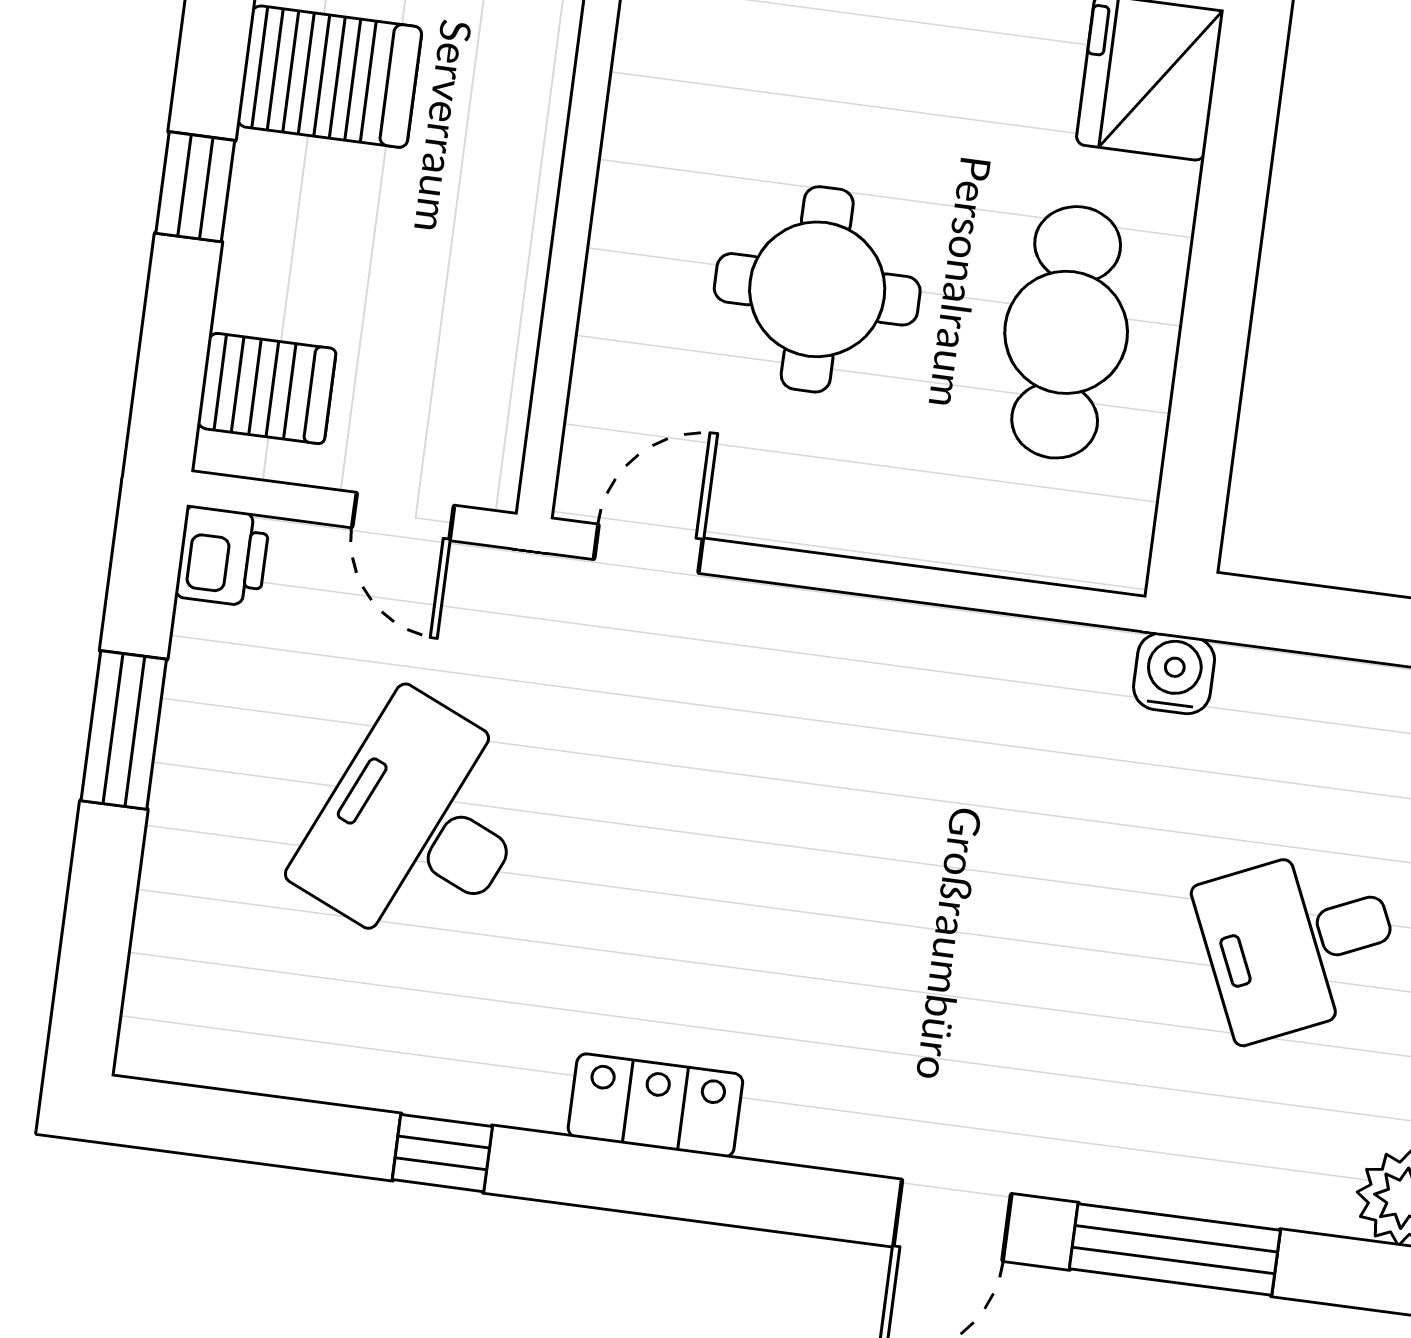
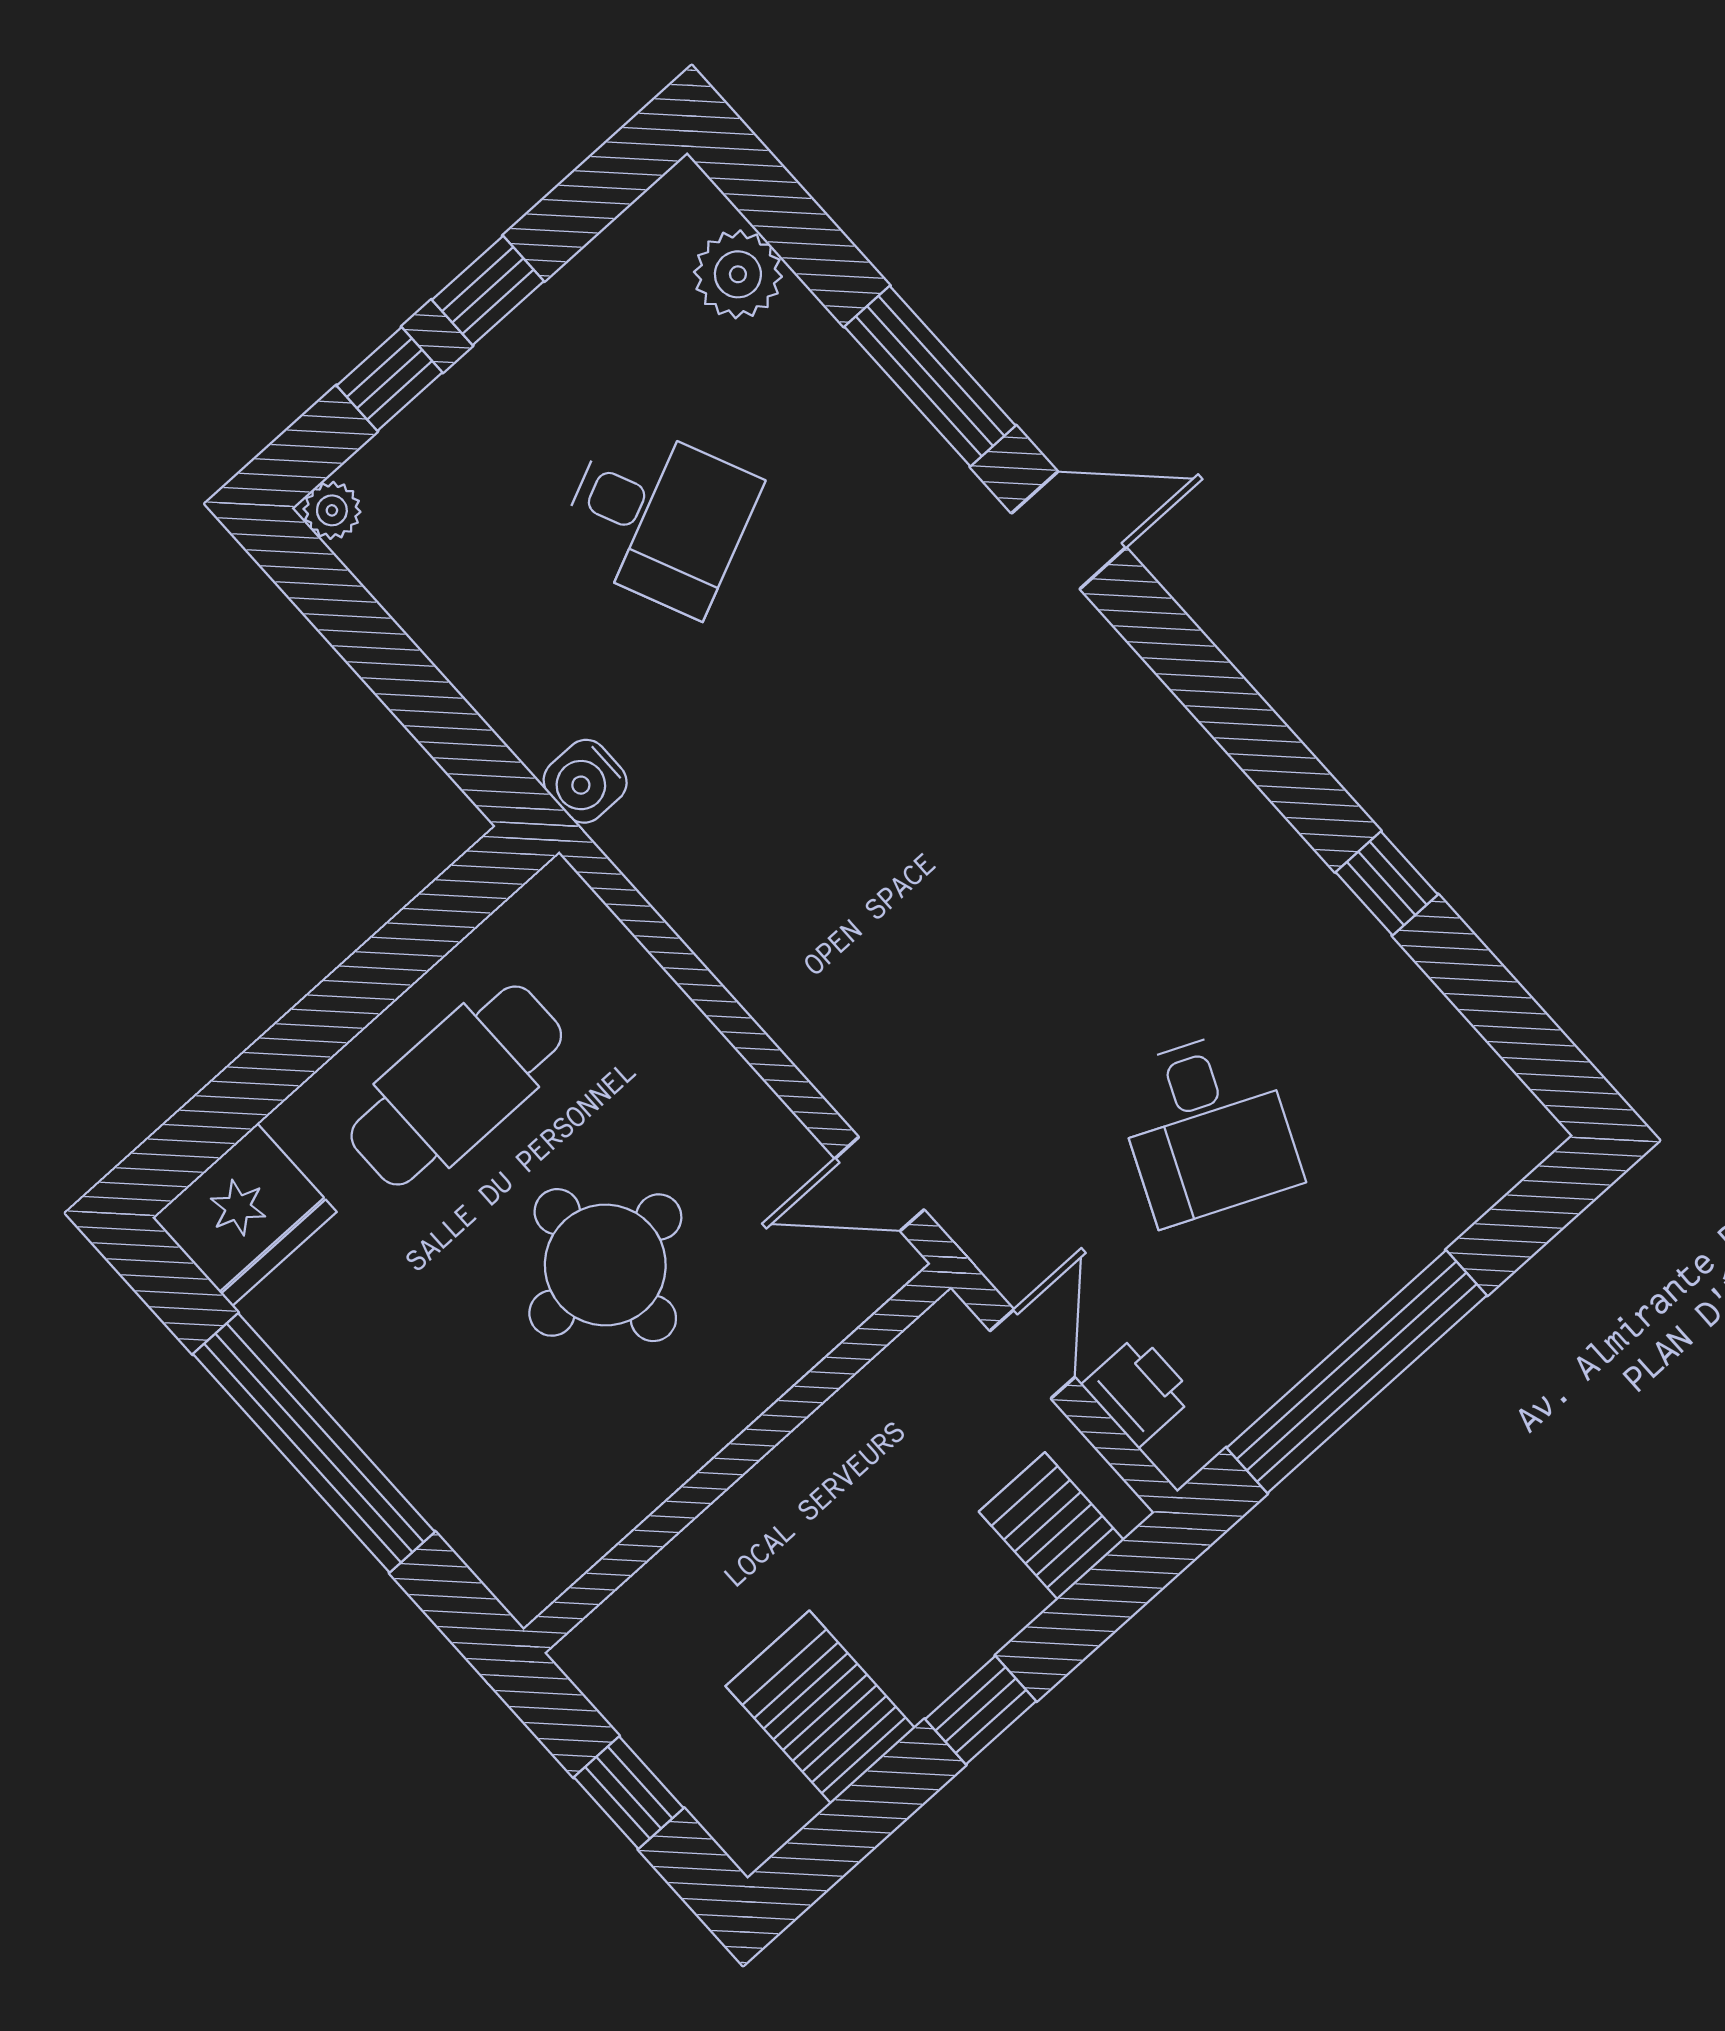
printer: (223, 556) -> (1138, 1390), moved, turned 90
window: (124, 730) -> (1357, 1372), width x2.11
desk: (419, 826) -> (1207, 1127), width x0.73
locker: (655, 1105) -> (1208, 789), removed

